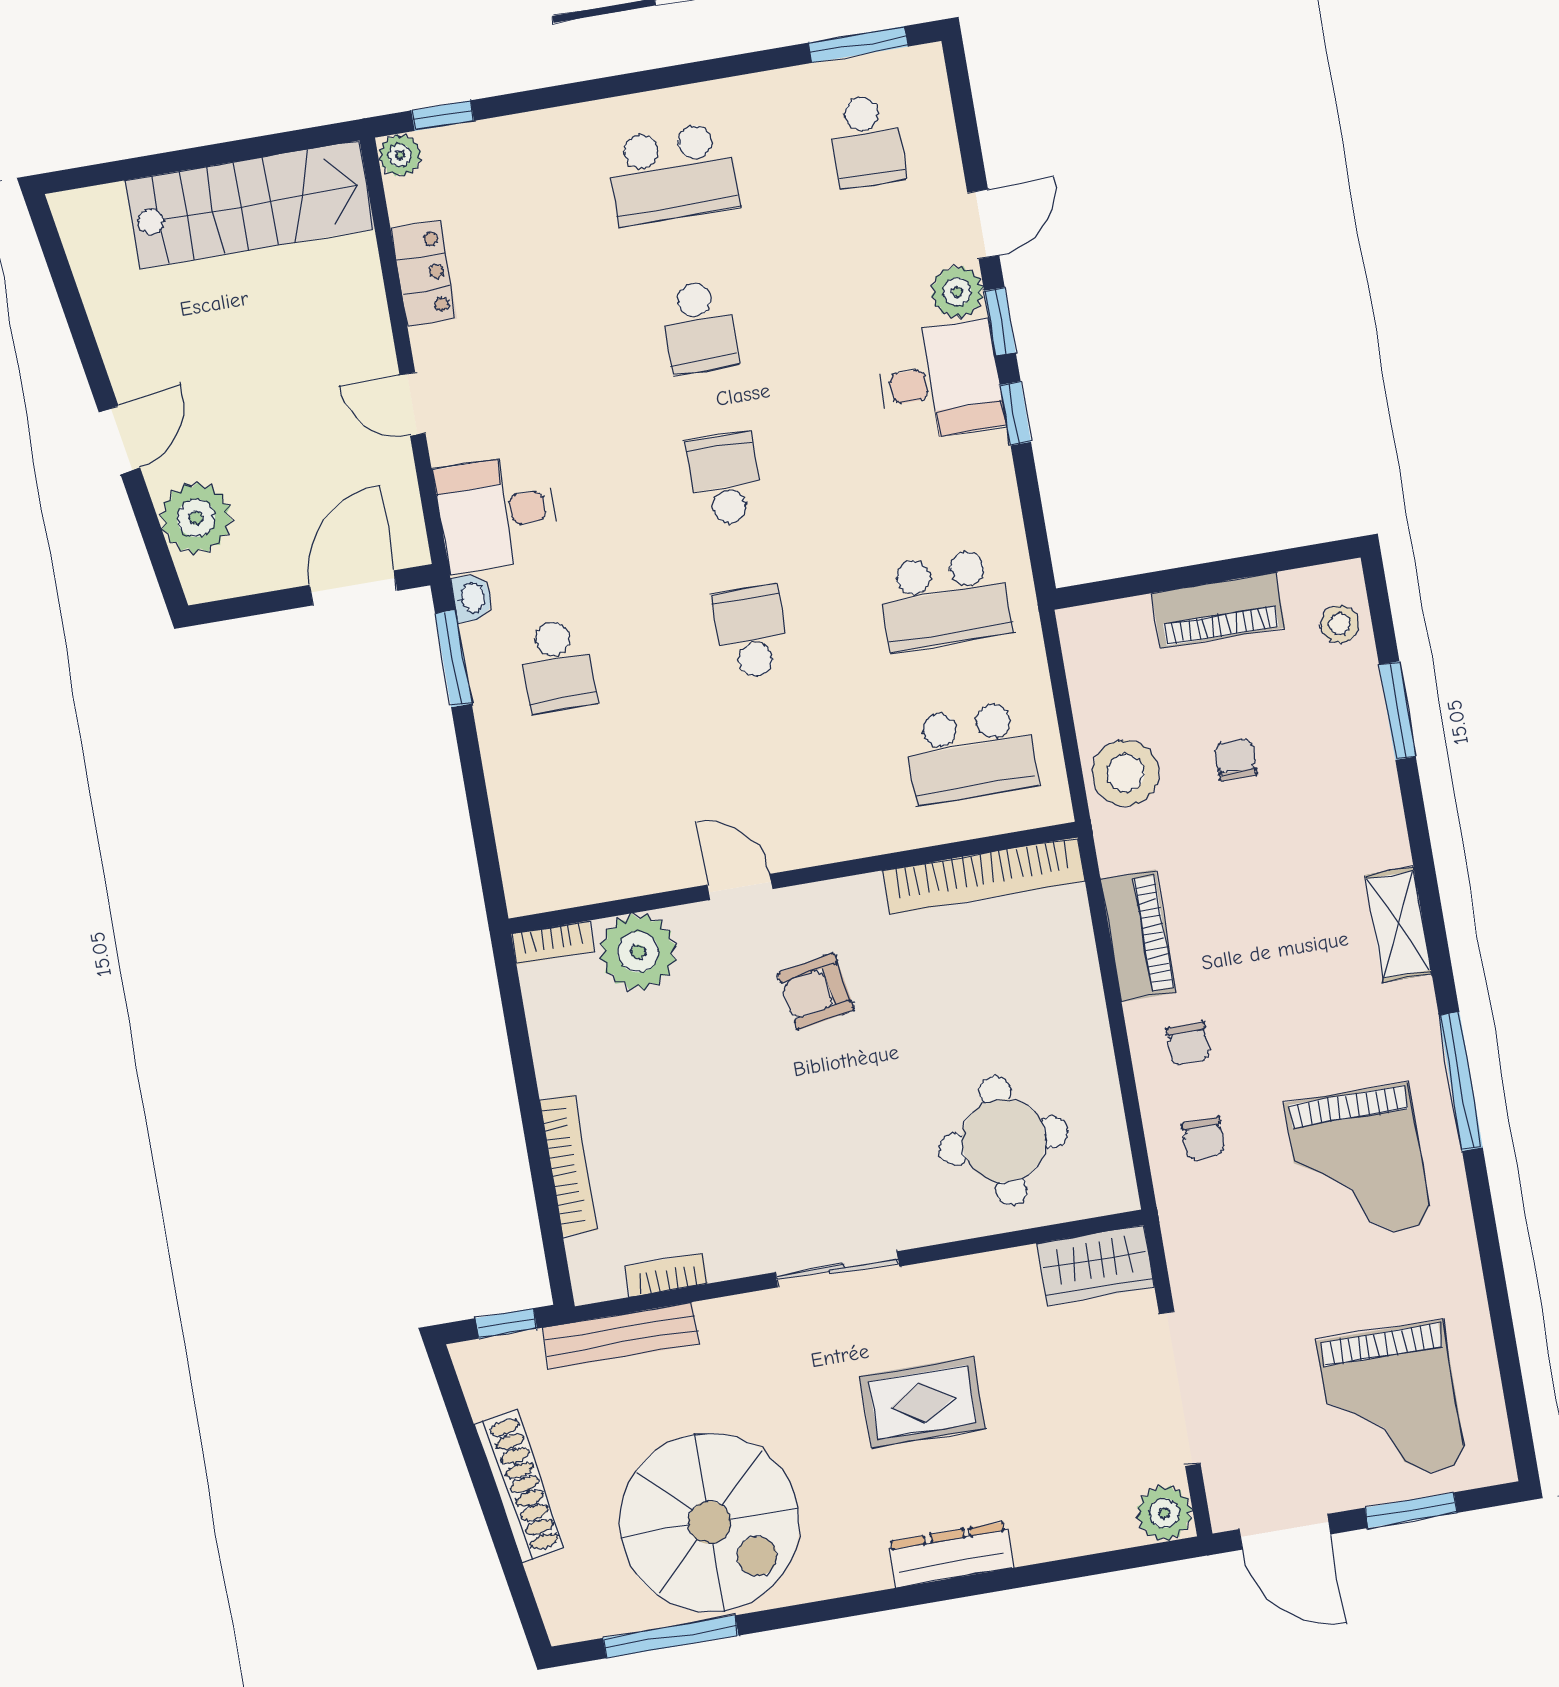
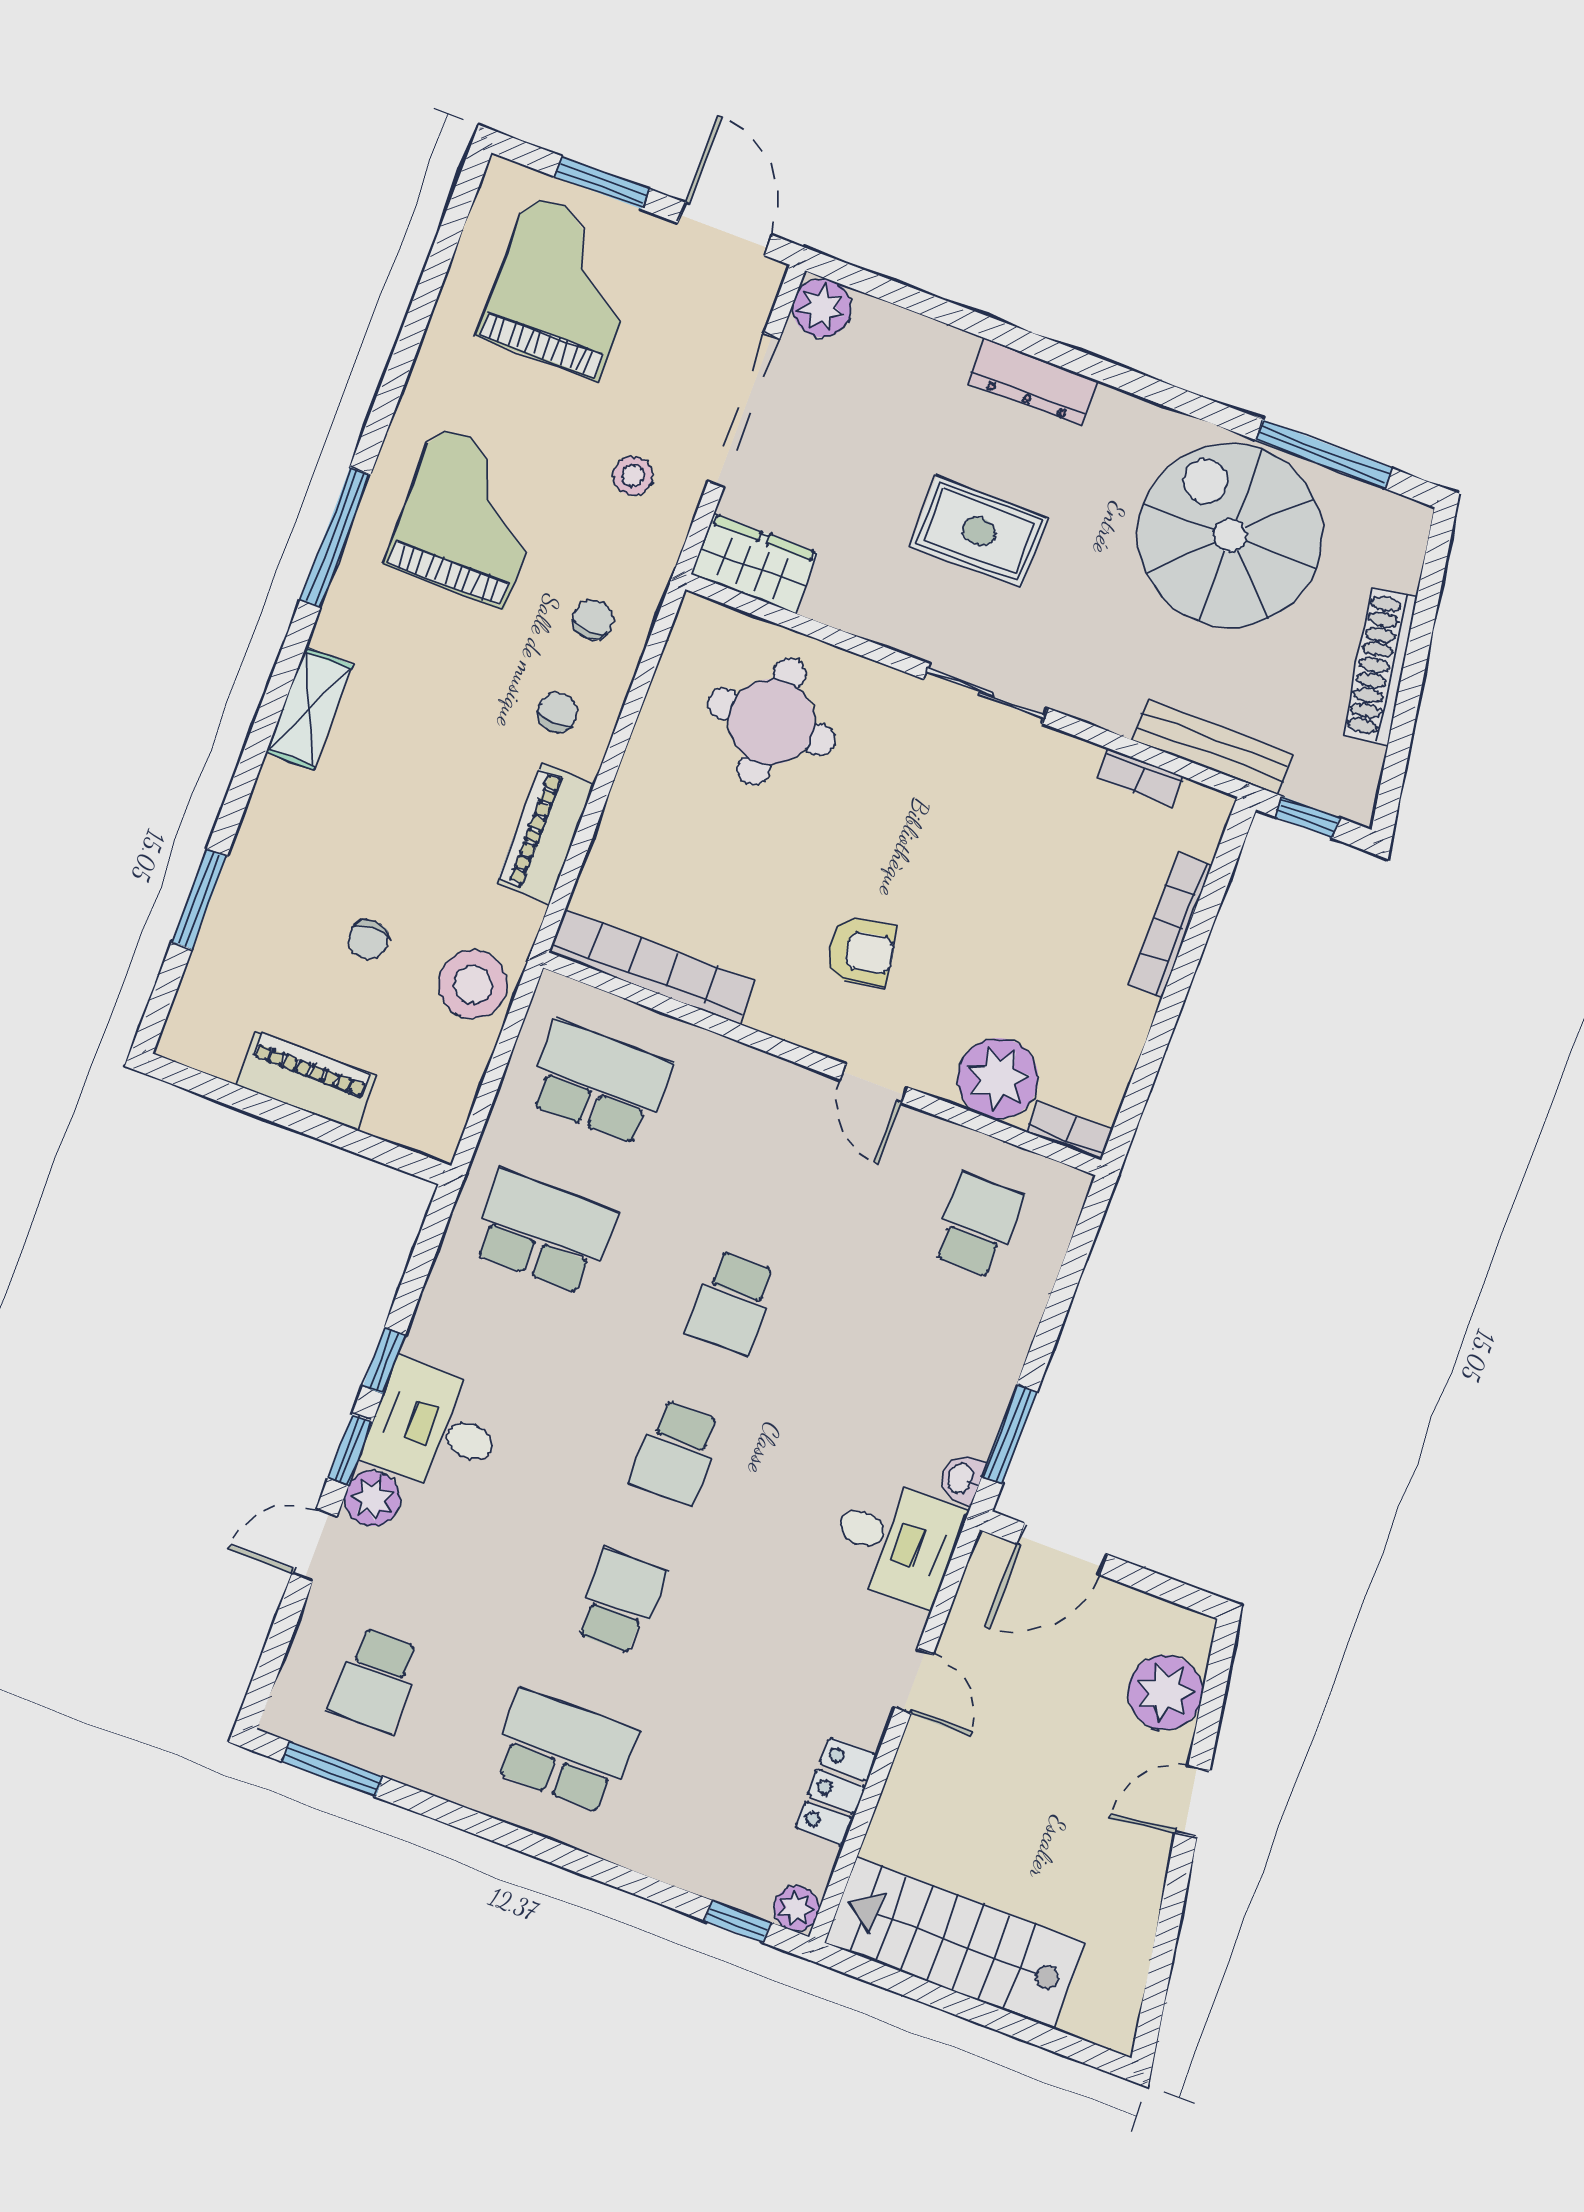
school desk: (866, 141) -> (375, 1680), turned 180
stool: (1340, 624) -> (633, 476), moved
school desk: (557, 666) -> (977, 1225), moved

